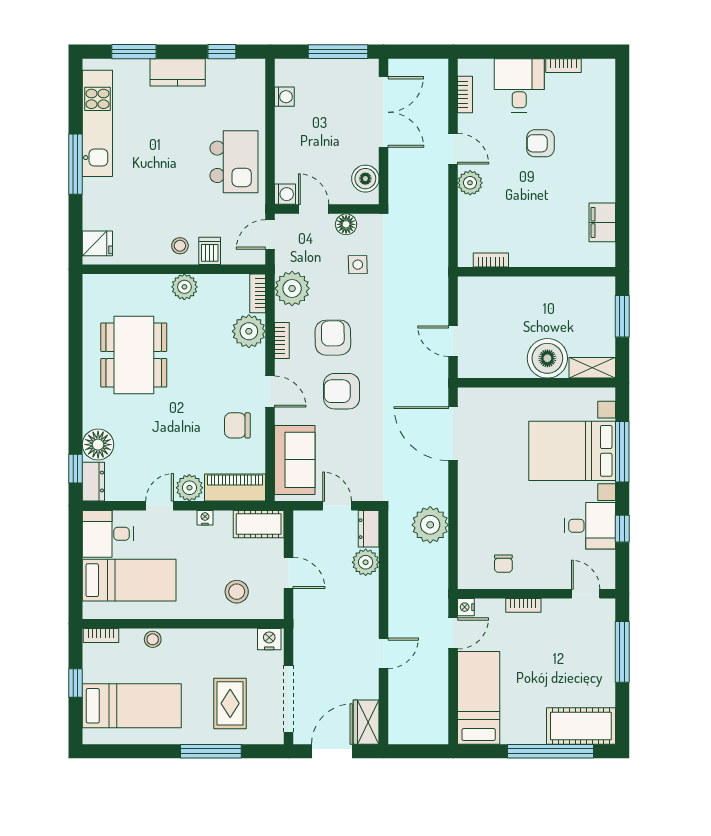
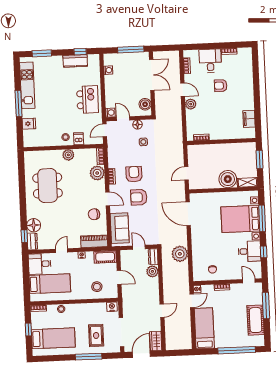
kitchen counter: (178, 72) -> (75, 61), moved
fridge: (97, 243) -> (29, 124), moved
plant: (292, 288) -> (115, 154), removed
door: (453, 341) -> (186, 173), hinge flipped
plant: (189, 488) -> (74, 242), removed
cot: (581, 726) -> (256, 320), moved, turned 90

